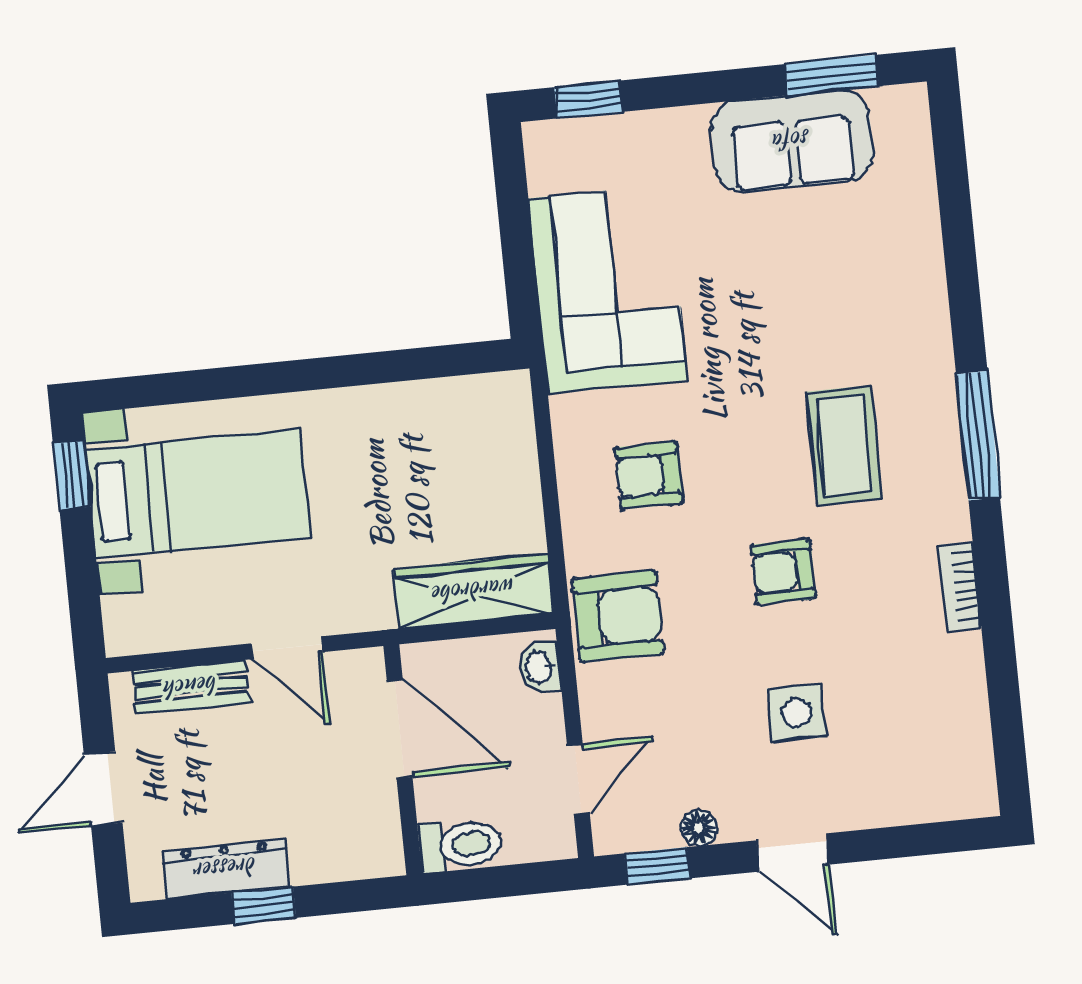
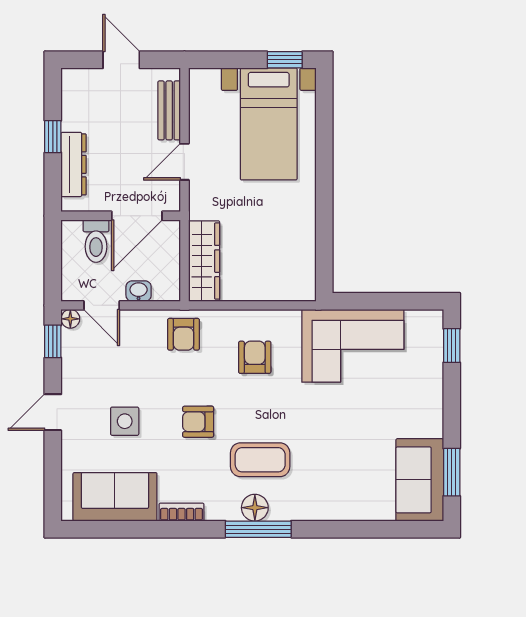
sofa: (792, 141) -> (420, 480), moved
floor lamp: (937, 446) -> (255, 508), added
armchair: (783, 572) -> (198, 422), turned -90
armchair: (618, 616) -> (184, 334), width x0.72, depth x0.72
washbasin: (539, 667) -> (139, 291), moved
sofa: (943, 717) -> (115, 497), added
floor lamp: (699, 828) -> (70, 319), moved
toilet: (460, 845) -> (96, 241), moved
dresser: (226, 869) -> (74, 164), moved

